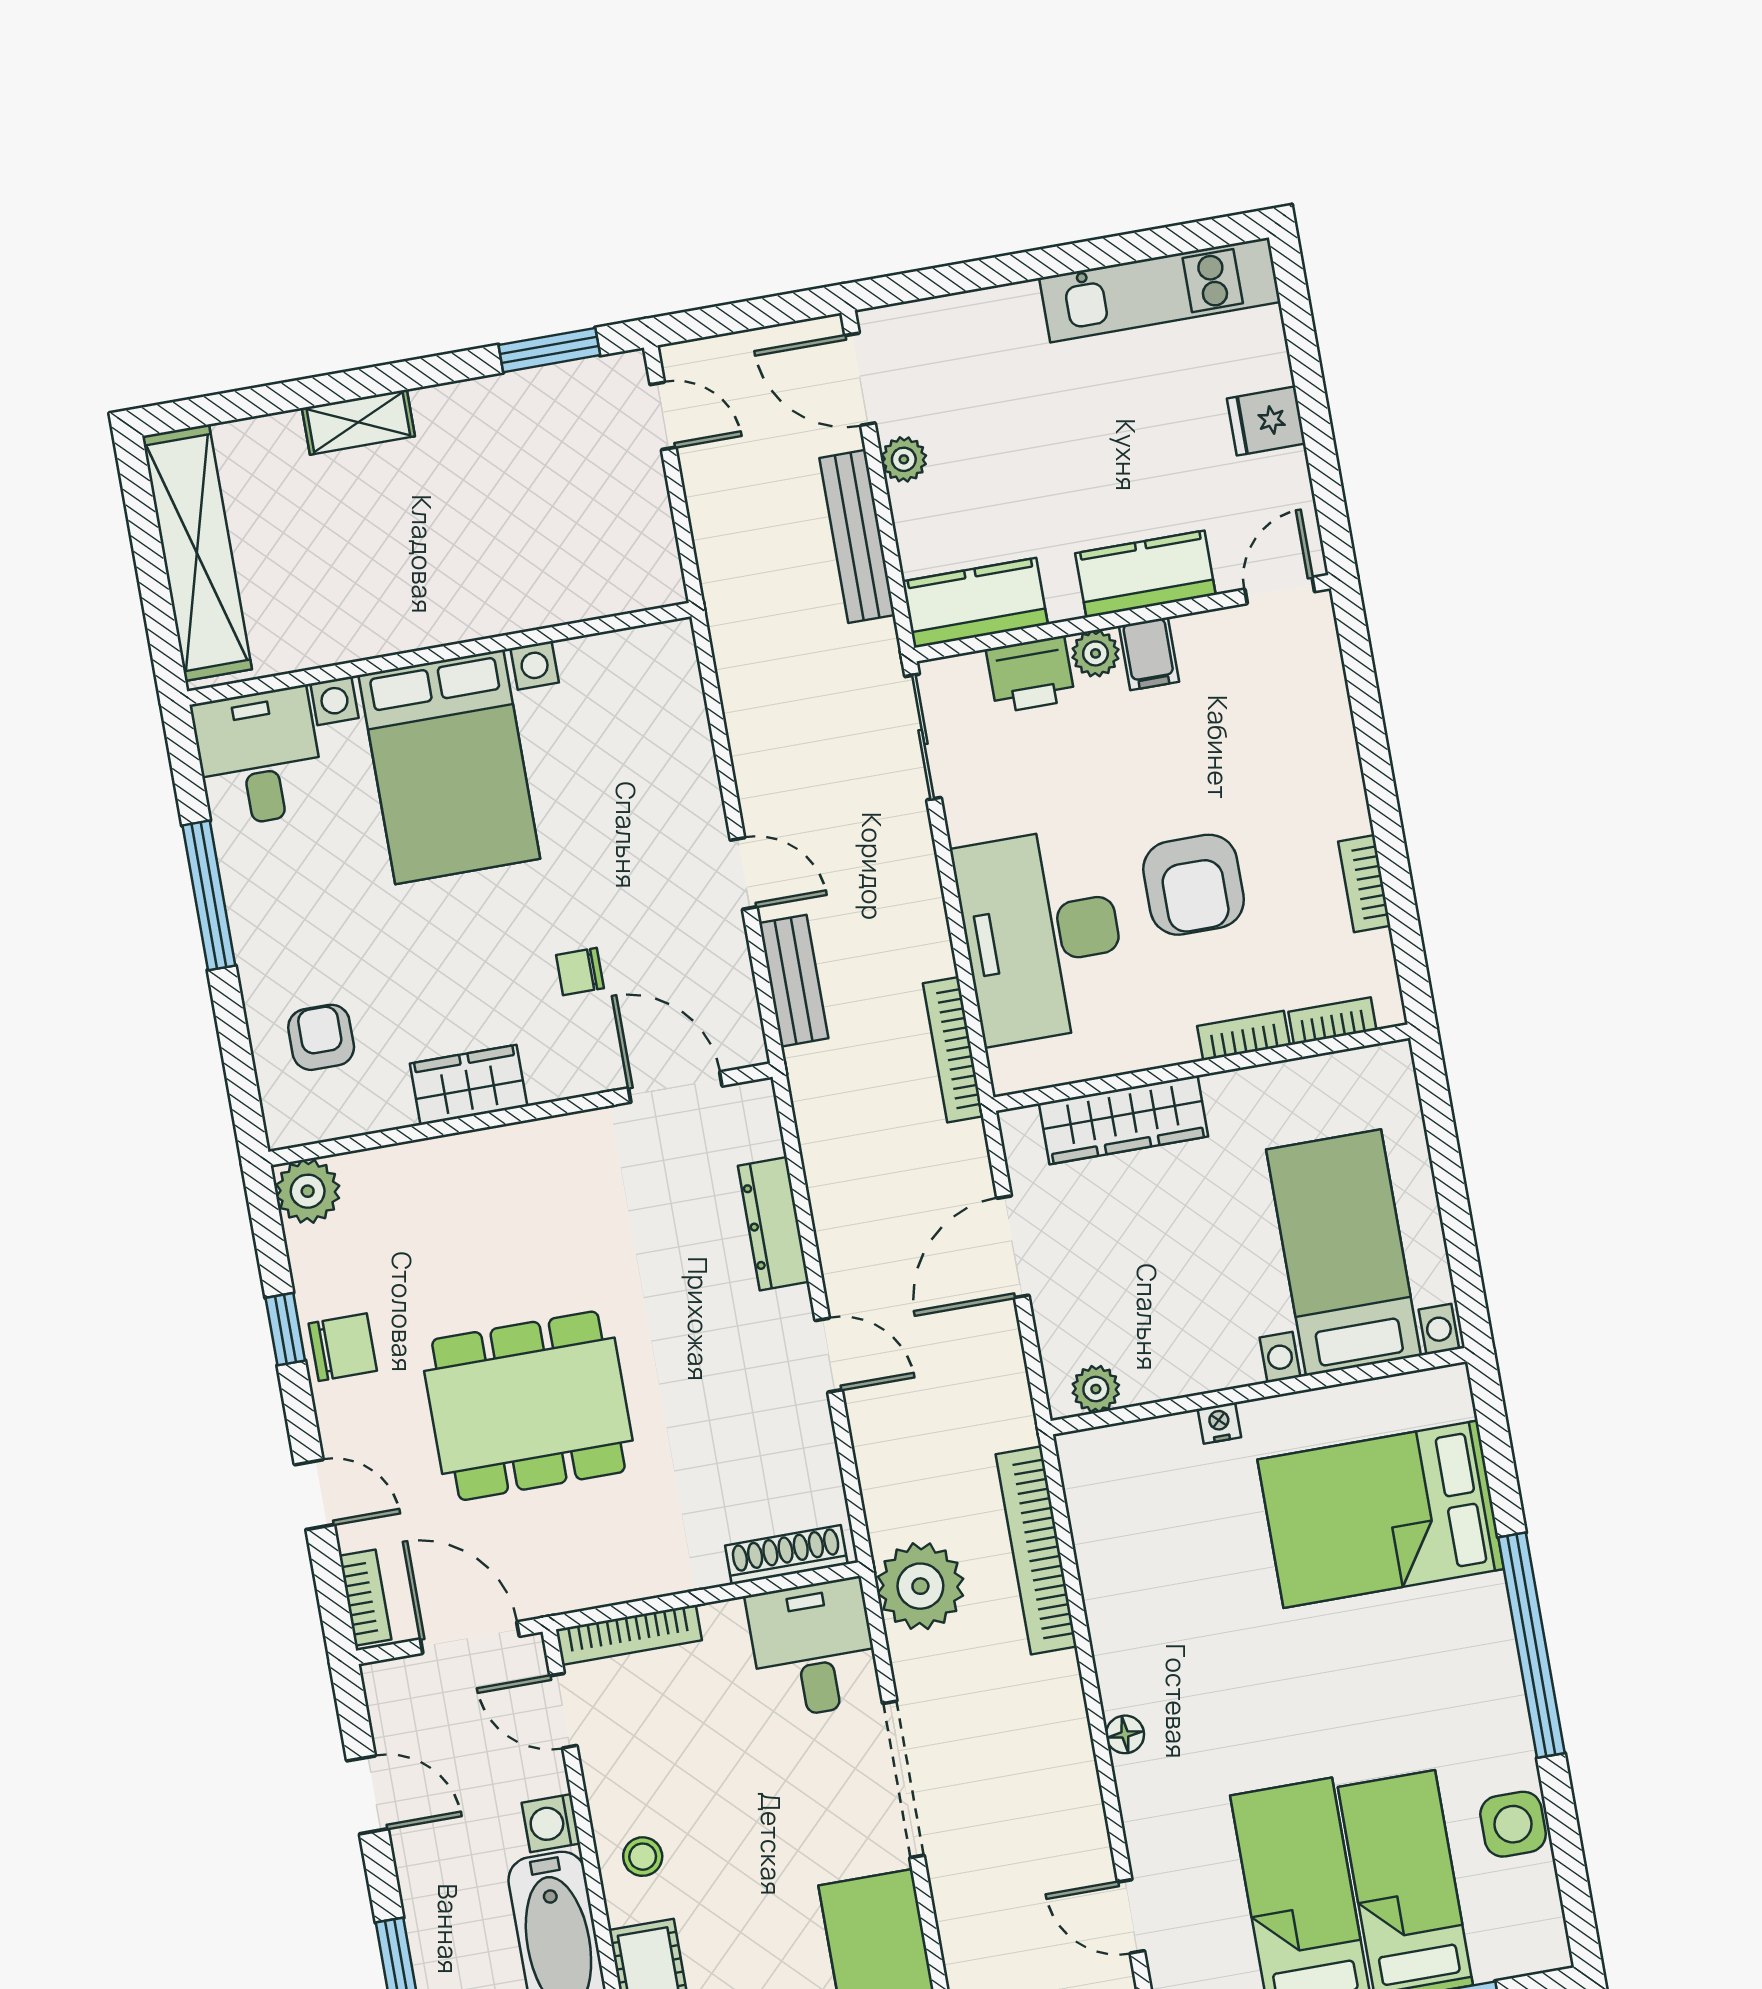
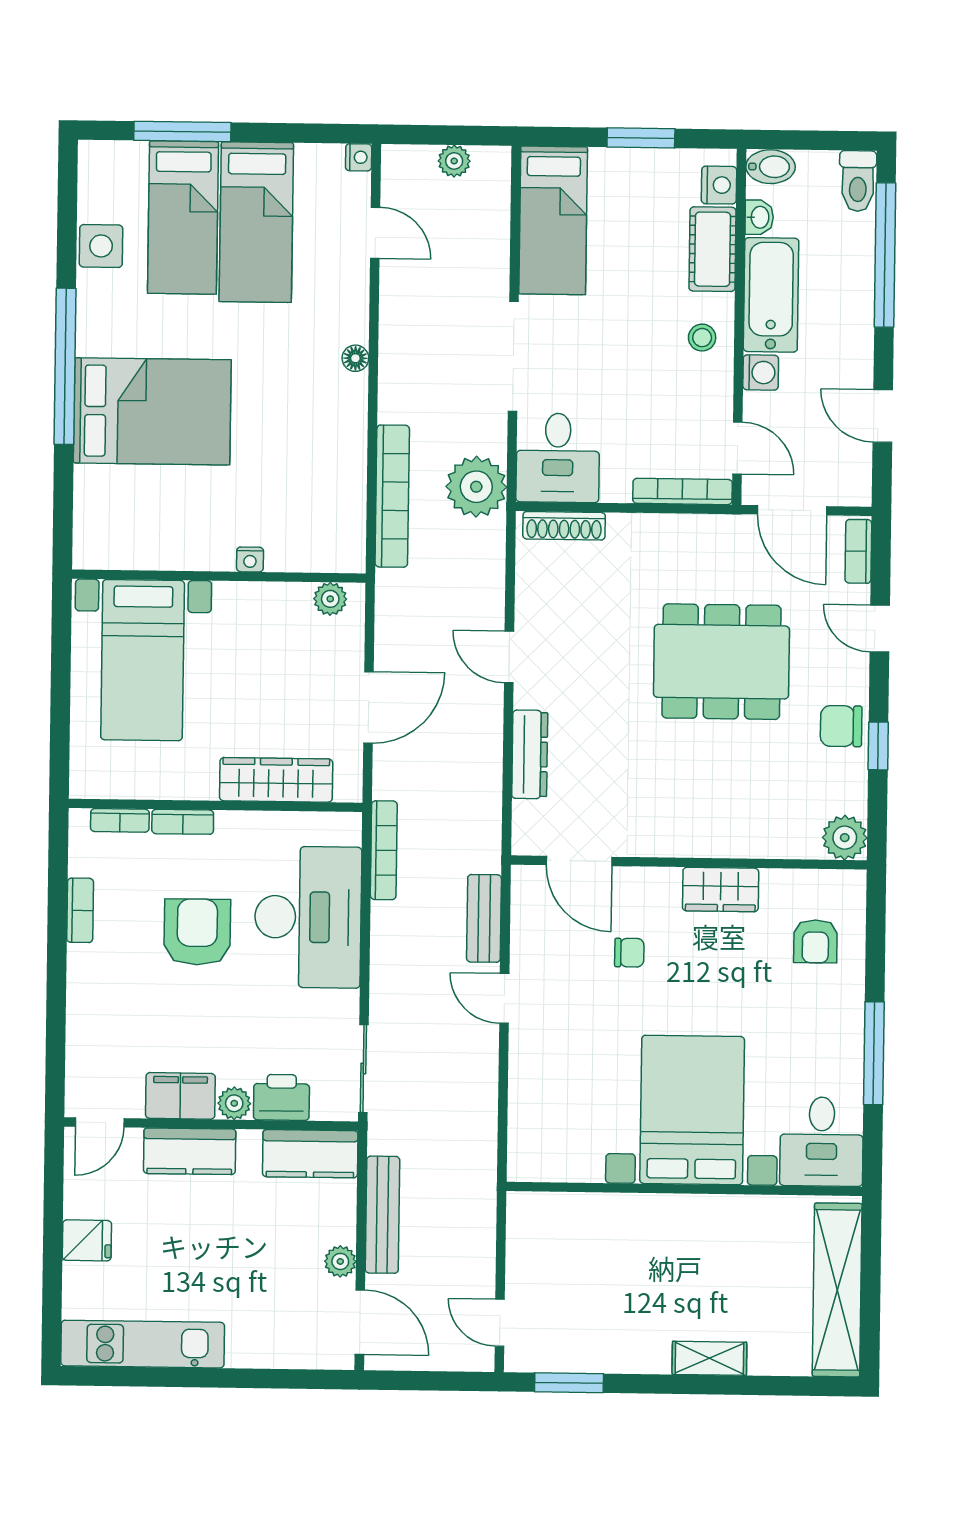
filing cabinet: (1149, 654) -> (180, 1096), width x2.00
bed: (1381, 1514) -> (152, 411), moved

